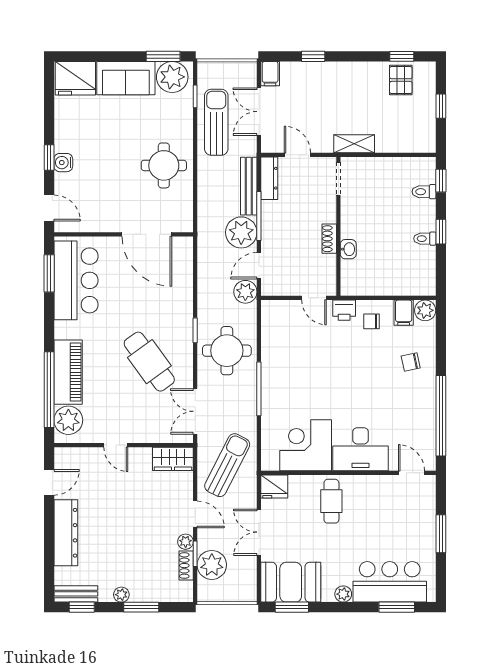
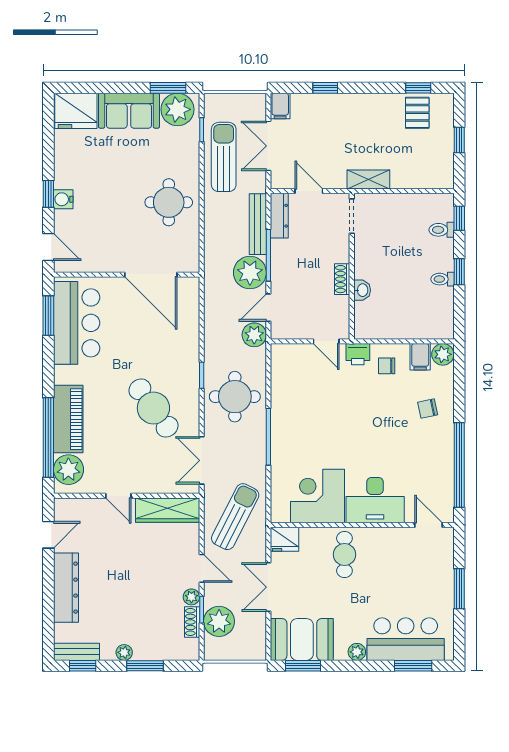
wardrobe: (173, 459) -> (168, 510), width x1.50

